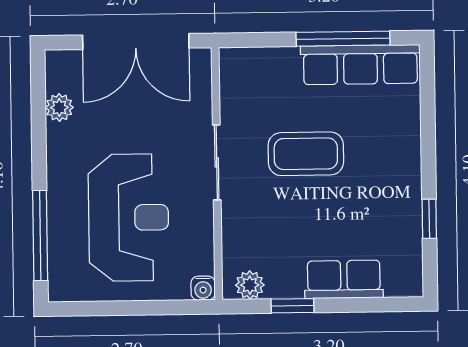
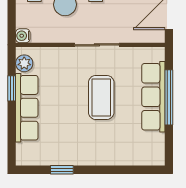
window: (343, 39) -> (169, 97), moved
row of seats: (360, 65) -> (153, 97), moved
row of seats: (344, 279) -> (27, 108), width x1.48

